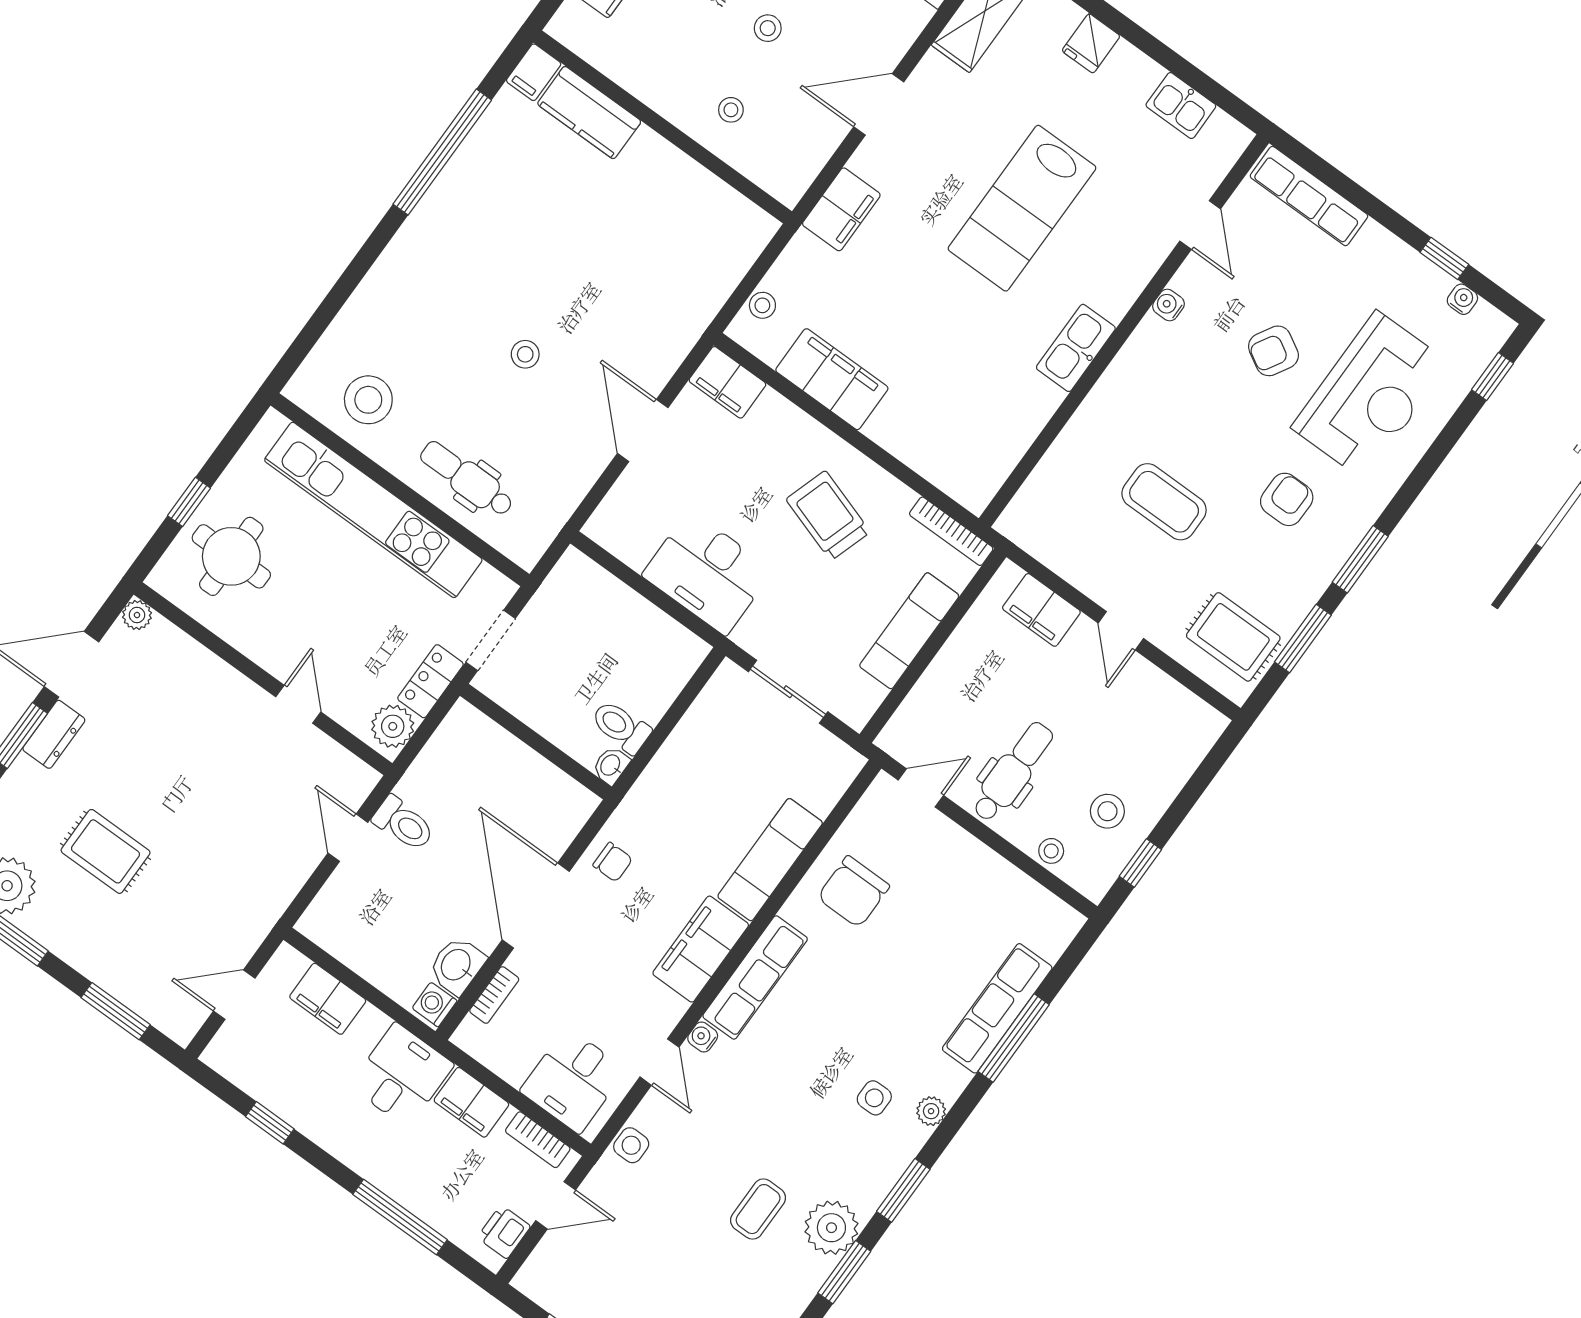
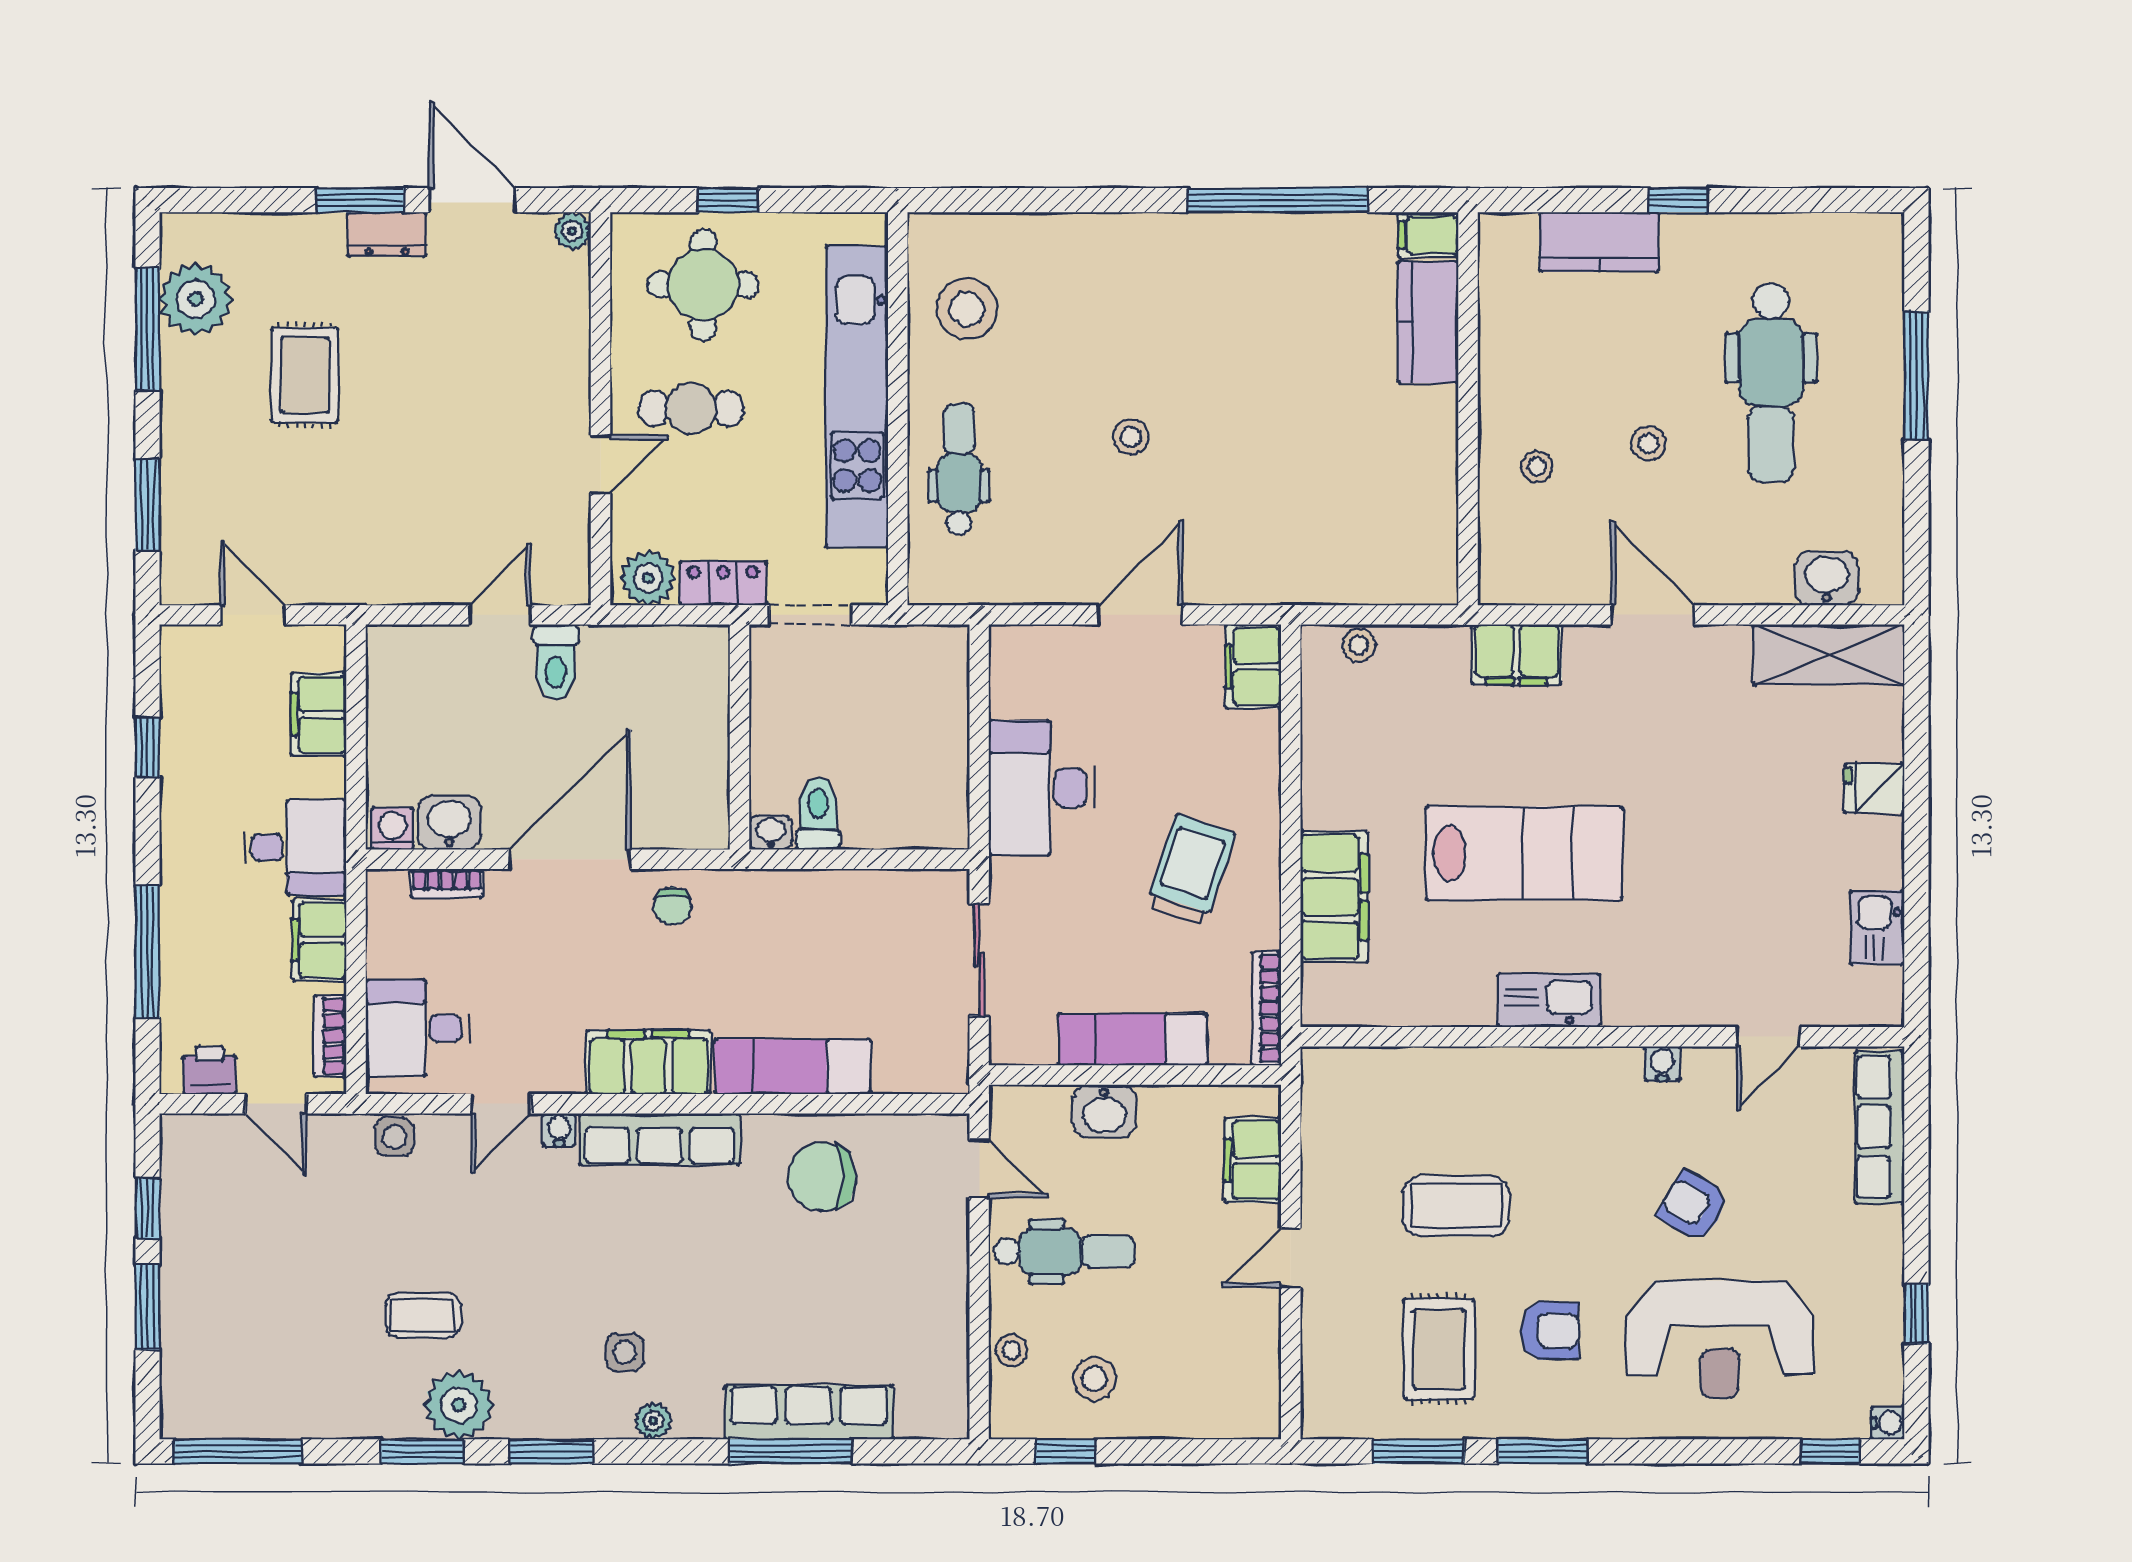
lab bench: (1022, 208) -> (1524, 853), moved, turned 180
water cooler: (1462, 299) -> (1888, 1423), moved
filing cabinet: (832, 379) -> (1334, 897), moved
coffee table: (1164, 502) -> (1456, 1206), turned 90
cafe table: (305, 621) -> (691, 408), added
rug: (1233, 637) -> (1439, 1349), moved
washbasin: (942, 682) -> (1104, 1111), added

